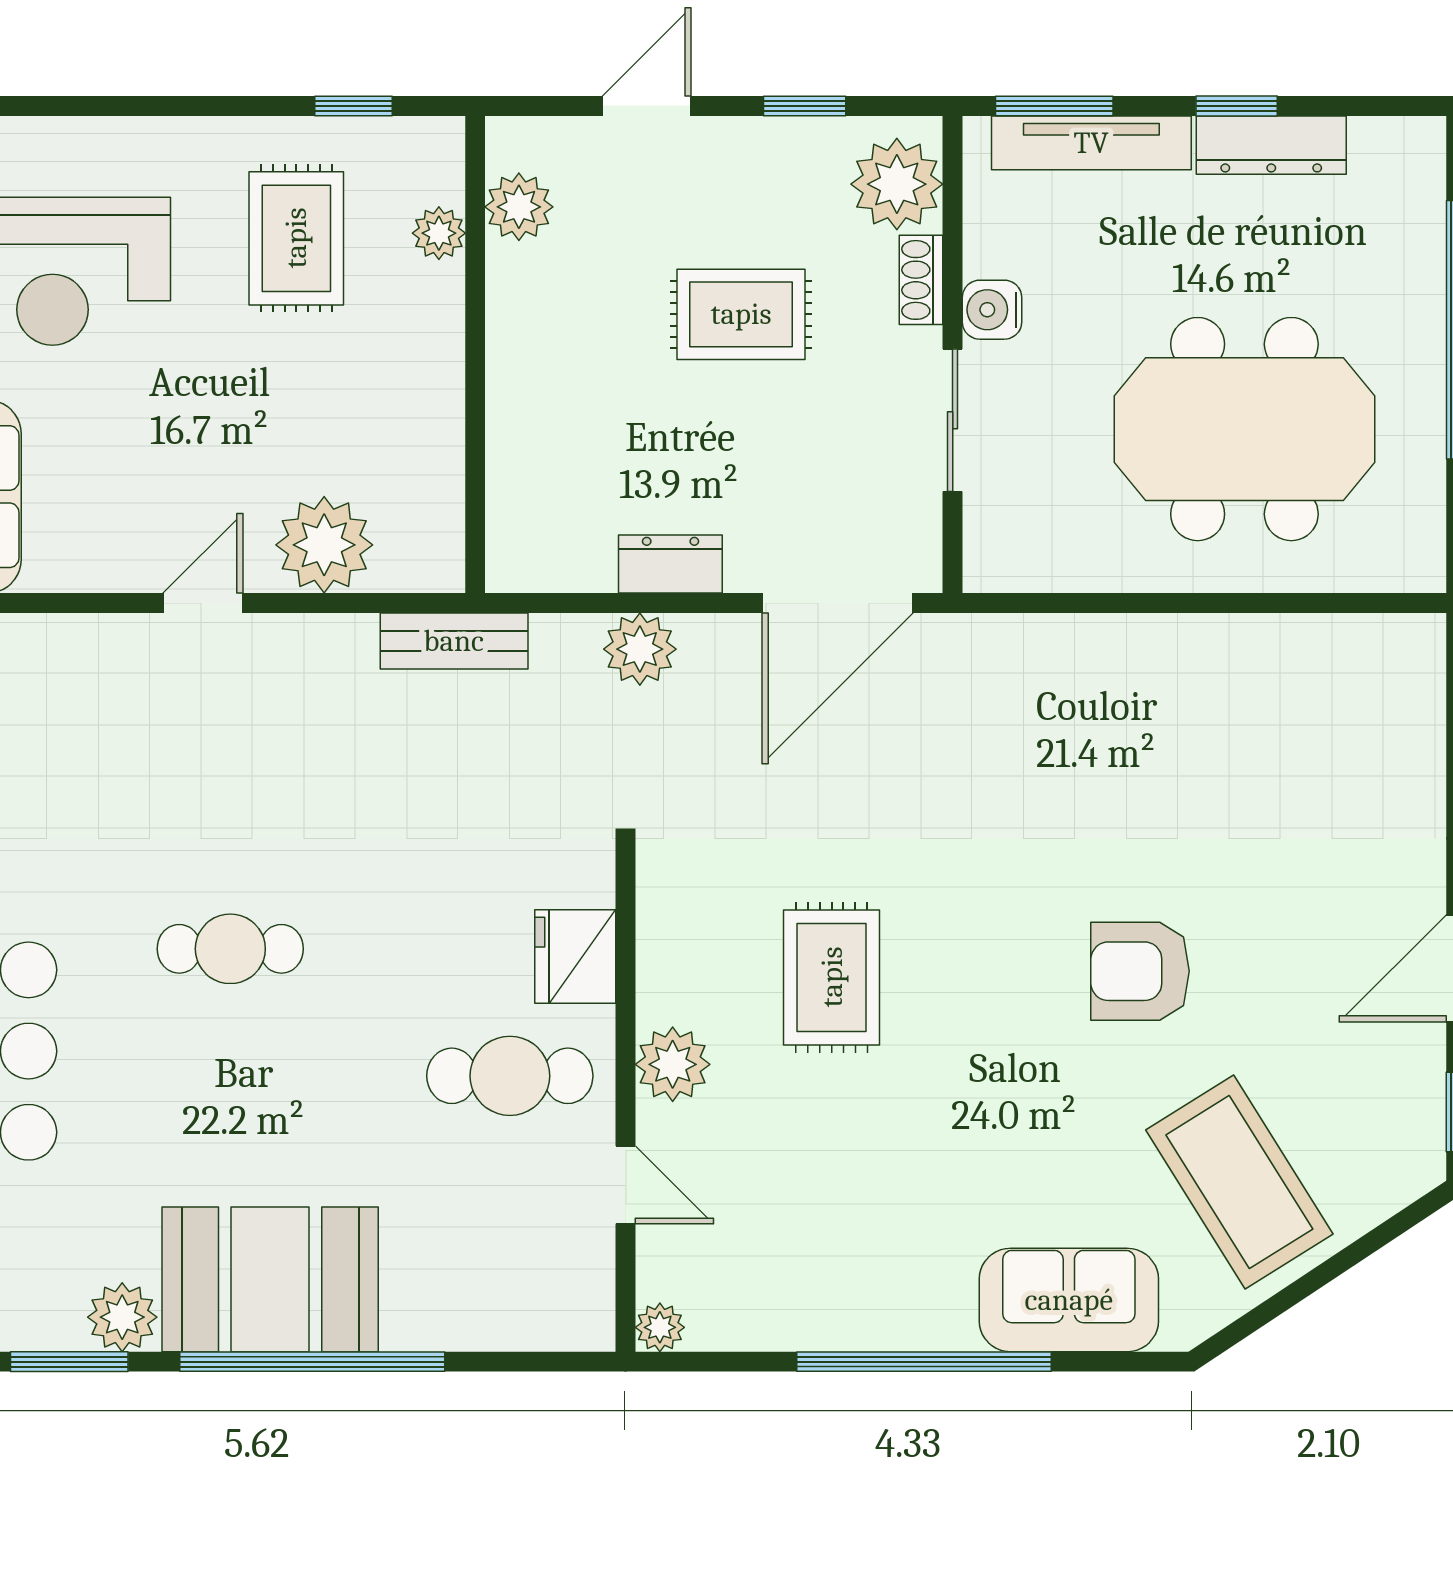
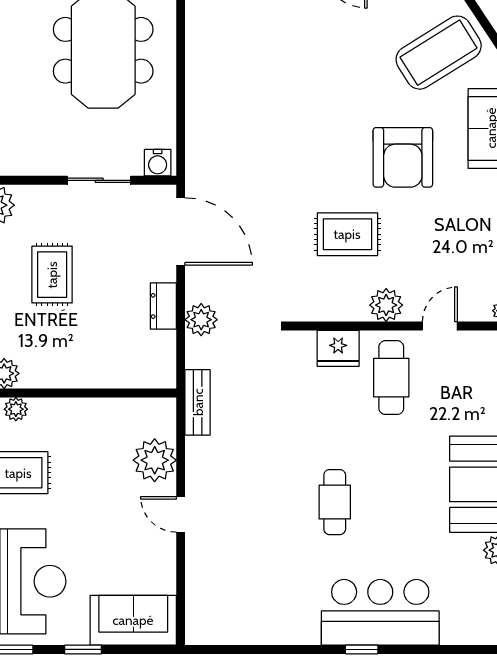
shoe rack: (921, 280) -> (37, 194), removed
water cooler: (992, 310) -> (158, 163), moved
armchair: (1140, 971) -> (403, 157), moved, width x1.36, depth x1.36

